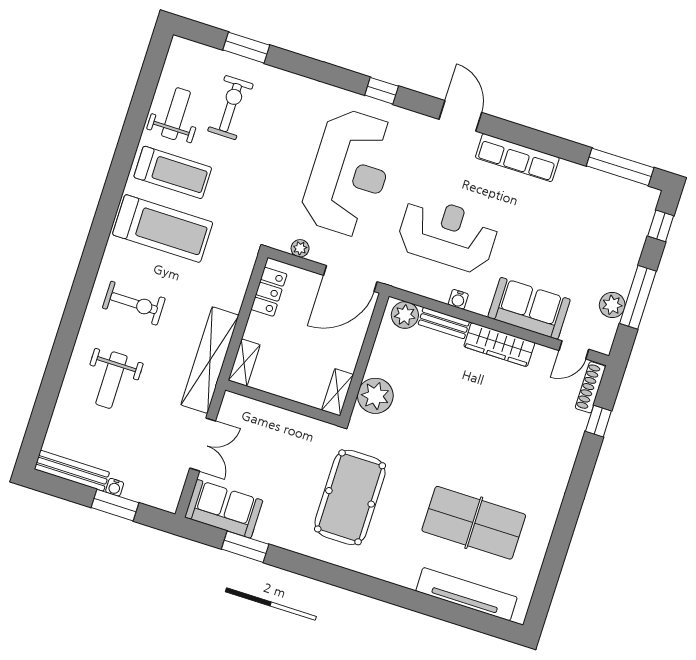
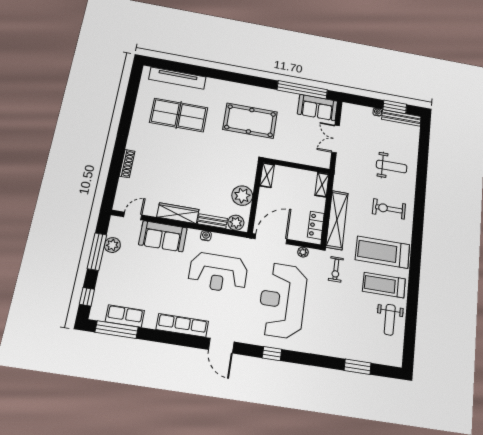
exercise bike: (231, 107) -> (336, 269), moved, width x0.73, depth x0.72
row of seats: (605, 186) -> (125, 316), added
shelving: (210, 360) -> (337, 220), moved
weight bench: (111, 380) -> (392, 166), turned 90
shoe rack: (590, 387) -> (127, 164), moved
plant: (375, 396) -> (242, 196), moved
window: (598, 421) -> (113, 178), removed
pool table: (350, 497) -> (250, 121), turned 90
window: (115, 505) -> (395, 107), moved
window: (245, 547) -> (302, 90), width x2.11

